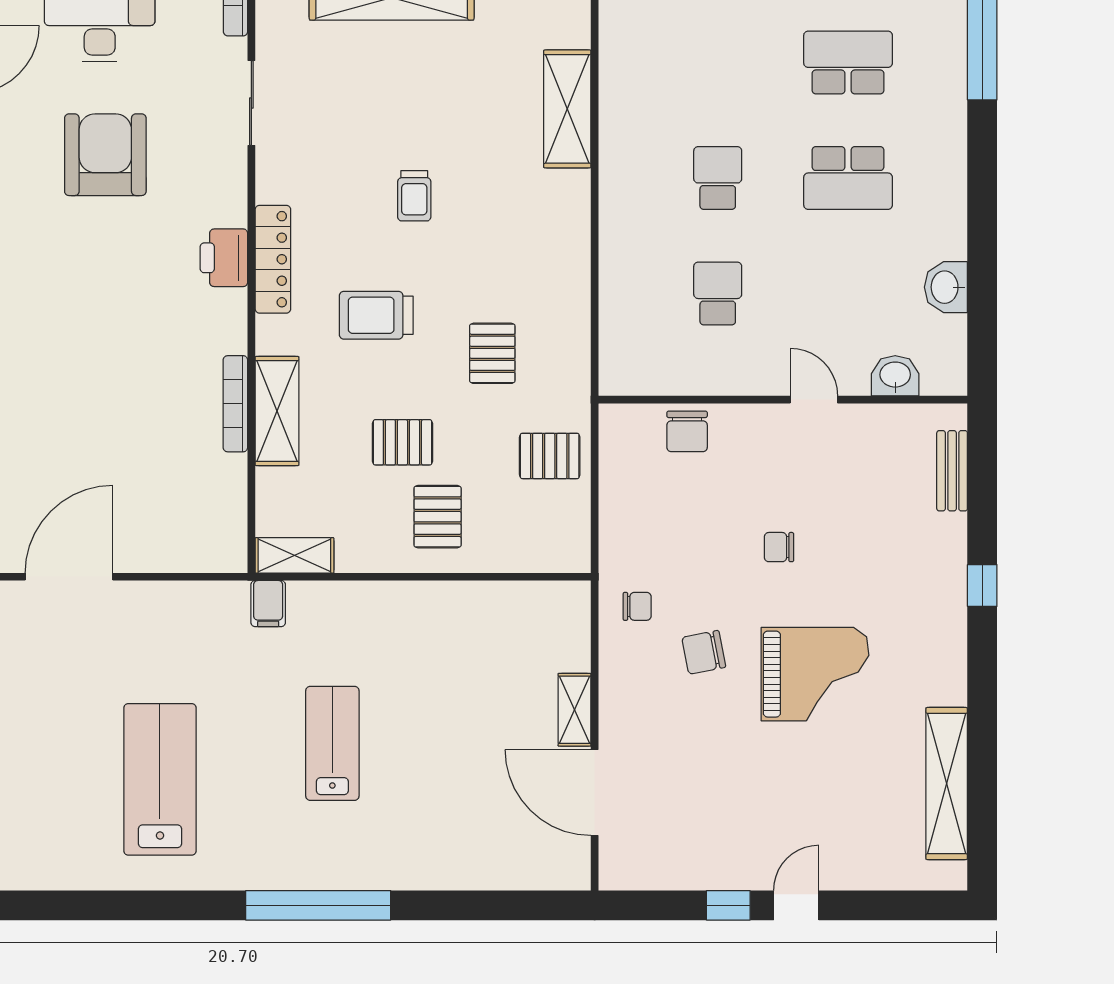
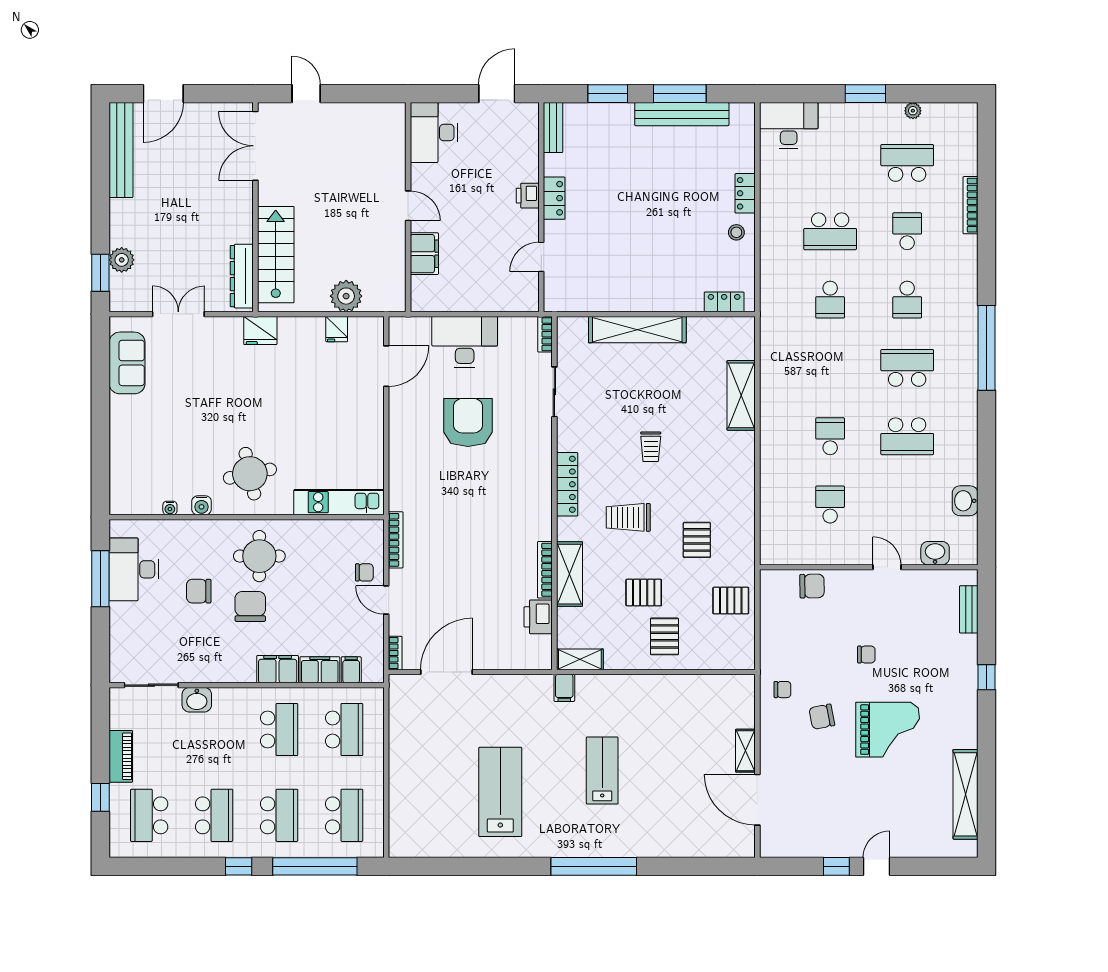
printer: (224, 258) -> (538, 617), moved
chair: (687, 431) -> (812, 586), turned -91
chair: (779, 547) -> (866, 654), turned 180

